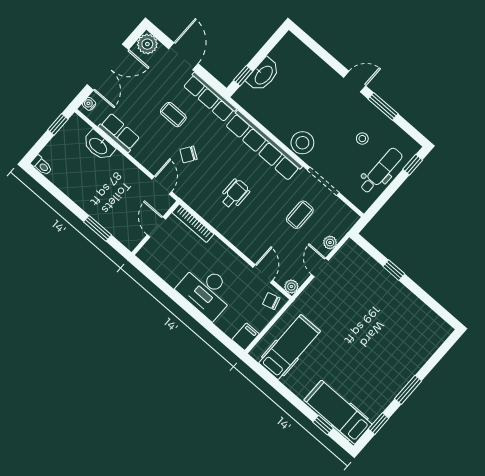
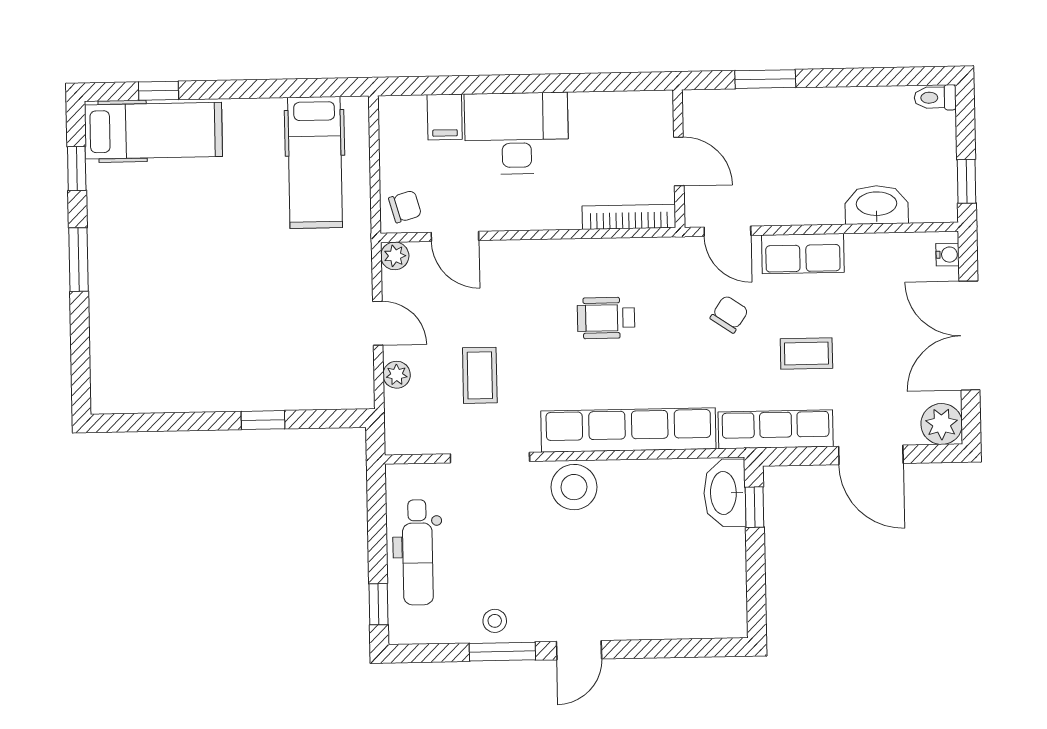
washbasin: (263, 75) -> (725, 493), moved
row of seats: (119, 133) -> (803, 254), moved
stool: (362, 139) -> (495, 621), moved
wheelchair: (235, 194) -> (606, 318), turned 90
filing cabinet: (246, 337) -> (445, 117), moved

